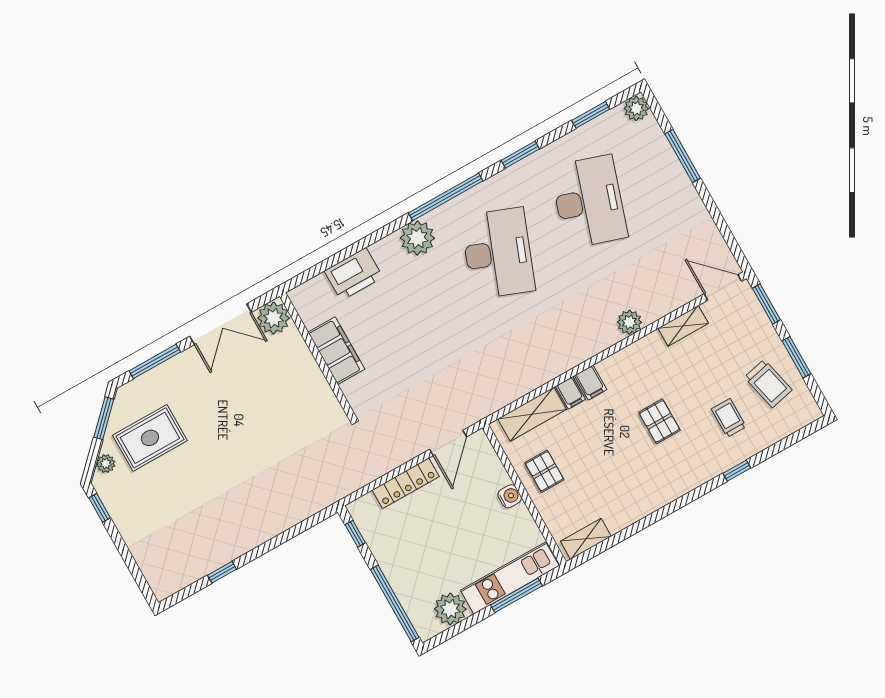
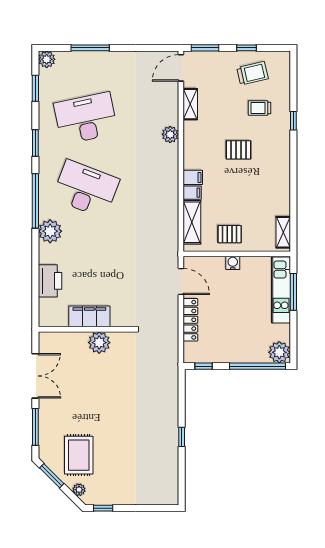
desk: (589, 202) -> (86, 118), turned -30
plant: (274, 318) -> (99, 343), moved
window: (797, 357) -> (246, 48), width x0.67
window: (222, 572) -> (182, 437), moved
plant: (450, 609) -> (279, 352), moved

